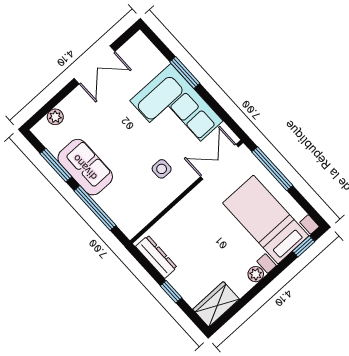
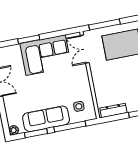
plant: (55, 117) -> (14, 130), moved
sofa: (85, 167) -> (46, 119), width x1.36
side table: (162, 169) -> (79, 106), moved

